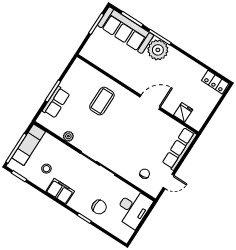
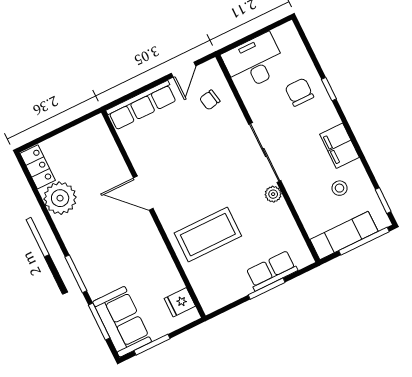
sofa: (126, 30) -> (122, 322), width x0.73
plant: (158, 50) -> (60, 198), moved
coffee table: (102, 101) -> (208, 235), width x1.36, depth x1.32
fridge: (183, 112) -> (180, 302), moved
plant: (68, 136) -> (273, 194), moved
door: (168, 181) -> (184, 70), swing flipped

